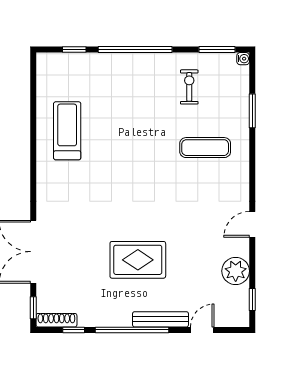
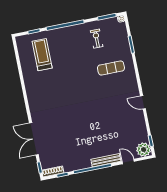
treadmill: (67, 131) -> (42, 55), moved
door: (252, 224) -> (143, 102), hinge flipped
rug: (138, 260) -> (88, 132), removed
plant: (236, 271) -> (144, 150), moved
door: (202, 330) -> (128, 161), hinge flipped

